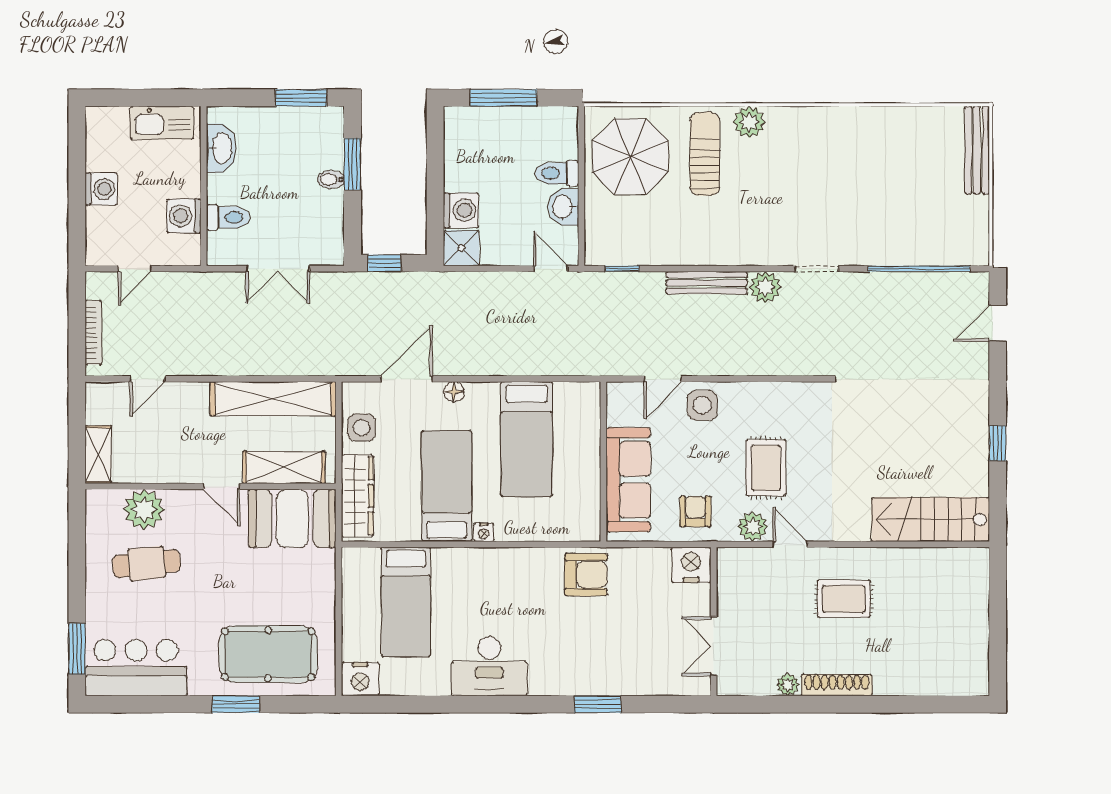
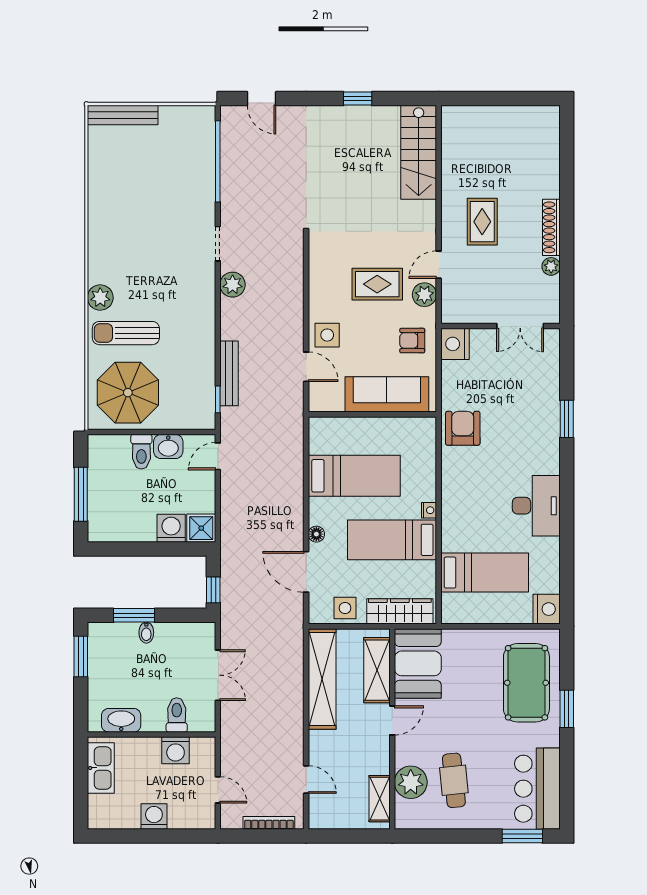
bench: (707, 283) -> (229, 373), moved
shelving: (98, 455) -> (380, 799), moved, turned 90

